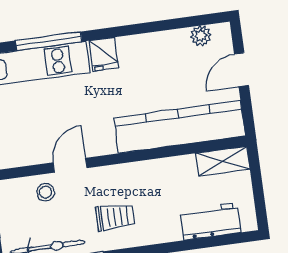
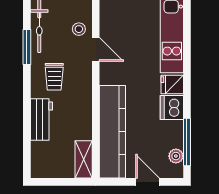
window: (49, 41) -> (187, 142), moved
dishwasher: (135, 50) -> (172, 107), added
workbench: (210, 222) -> (41, 119), moved

